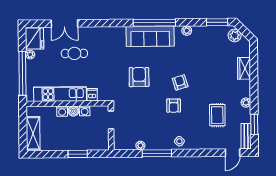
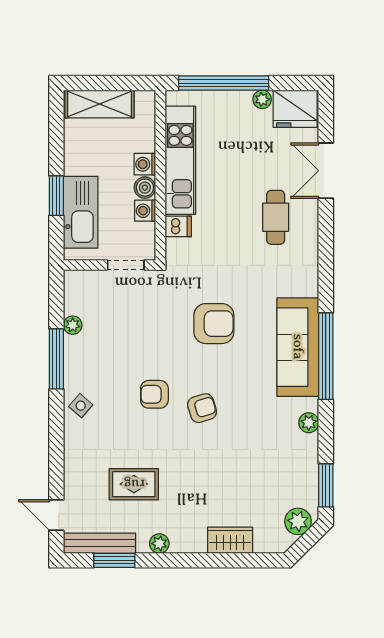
cafe table: (74, 53) -> (276, 217), moved
bench: (246, 136) -> (100, 543), width x1.36
kitchen sink: (86, 142) -> (81, 212), added

